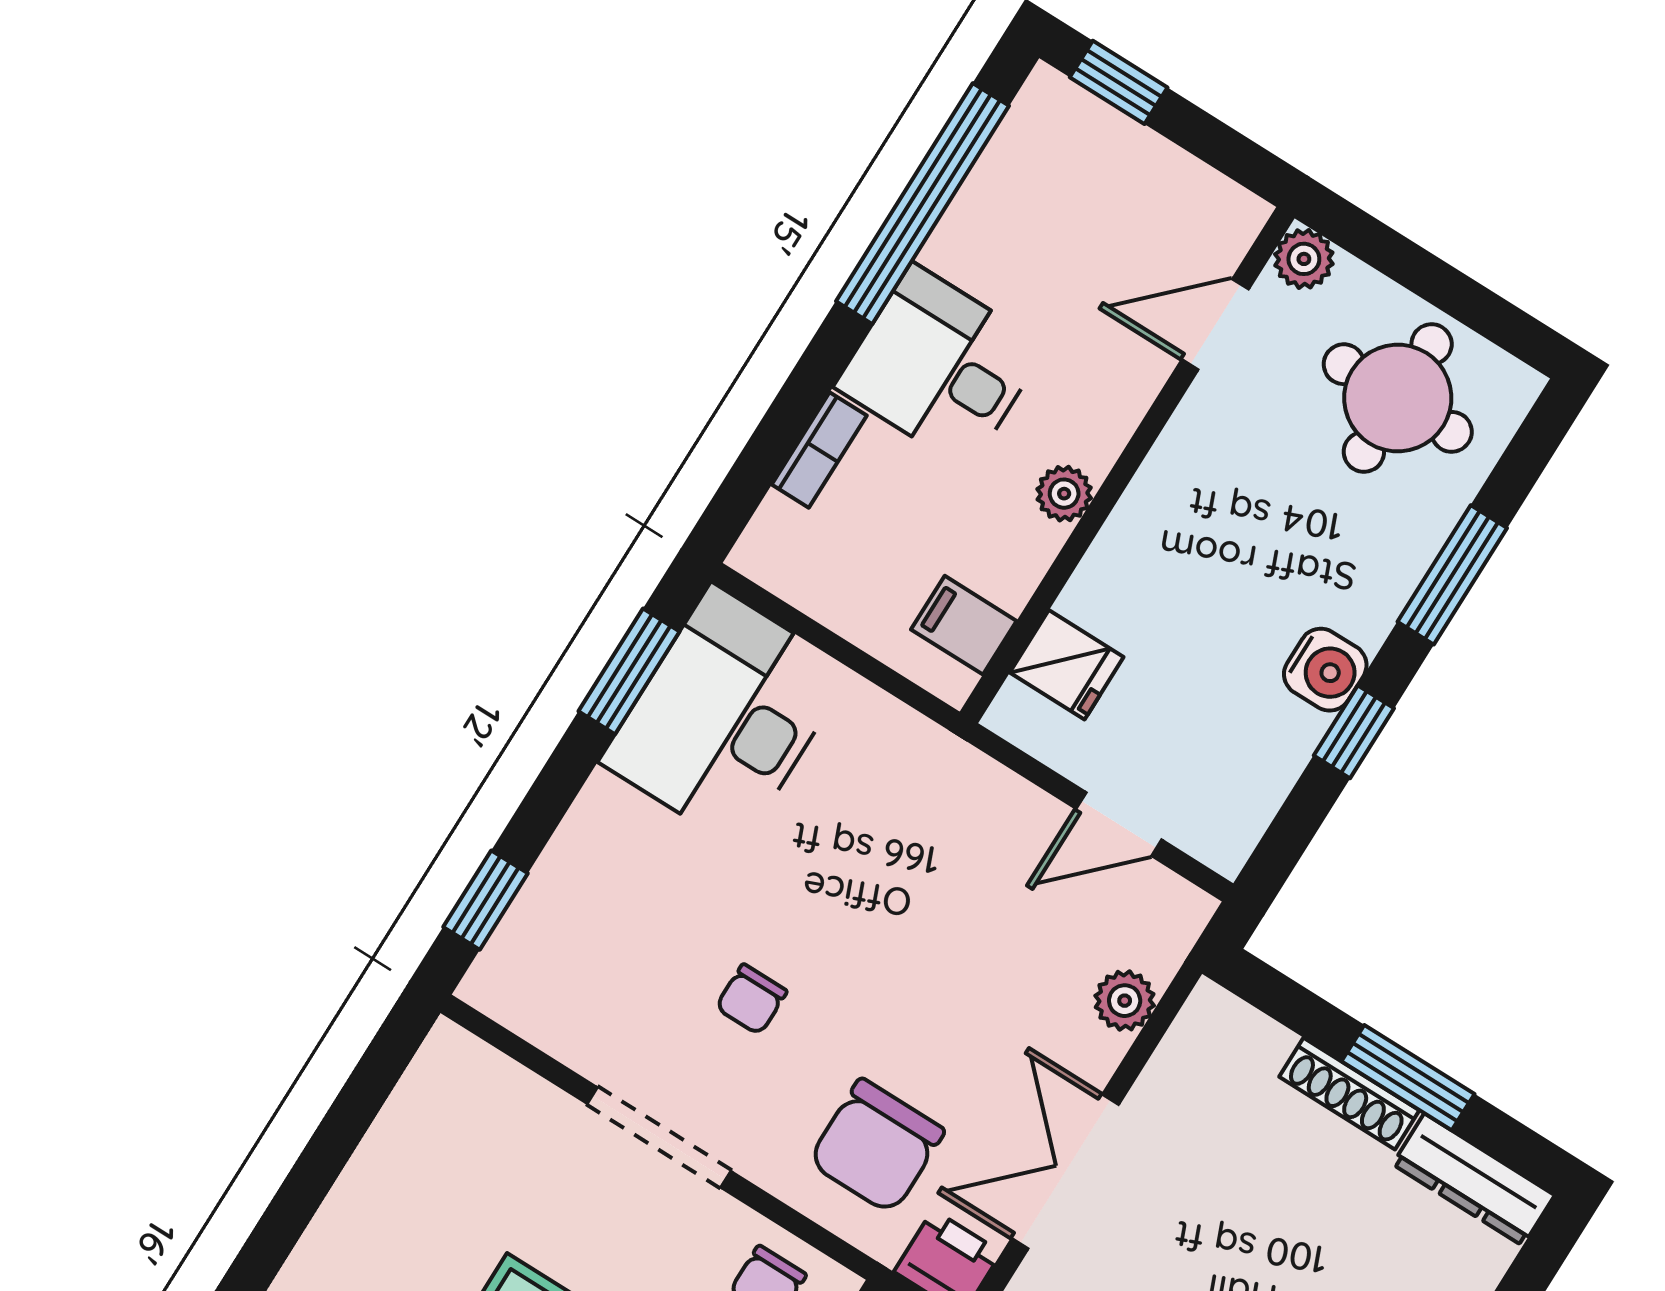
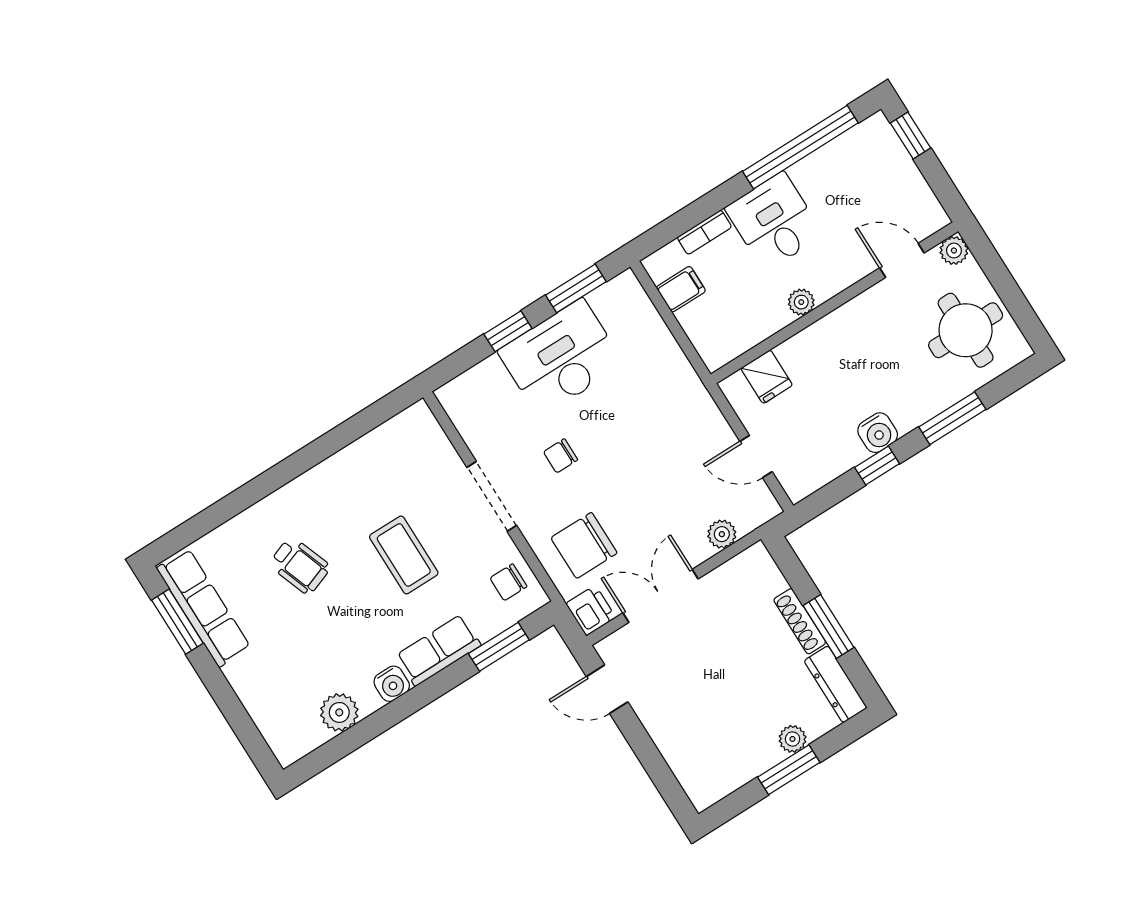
filing cabinet: (964, 625) -> (681, 289), moved, turned 90
desk: (725, 716) -> (561, 358), moved
window: (486, 900) -> (508, 331), moved

